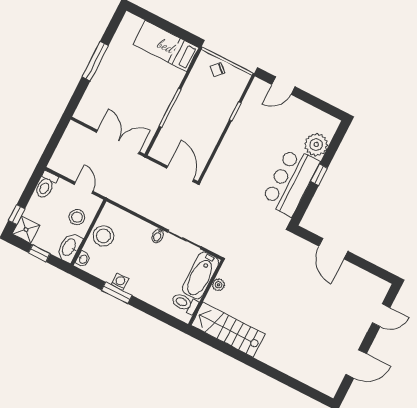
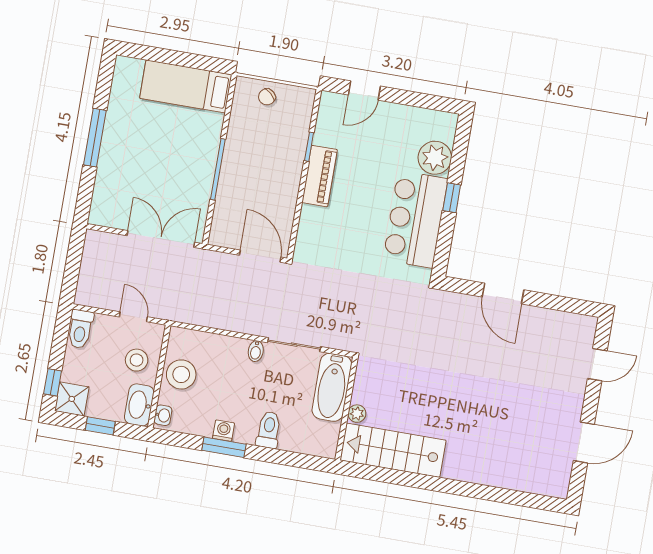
piano: (236, 133) -> (320, 176), added
plant: (219, 285) -> (357, 414), moved
toilet: (185, 303) -> (269, 430), moved, turned 90

